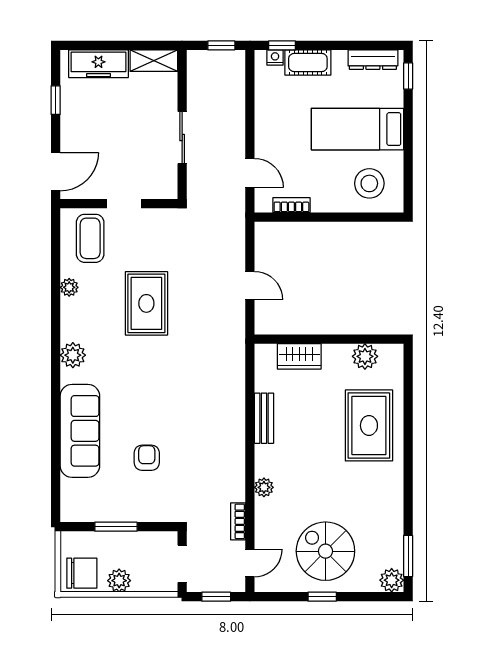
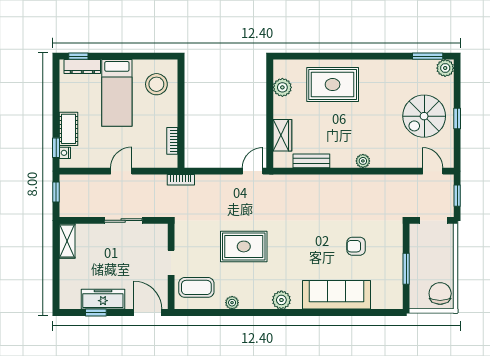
dresser: (373, 60) -> (82, 66), moved, turned 90
freezer: (98, 64) -> (103, 299), moved, turned -90
door: (250, 173) -> (121, 171), moved
door: (250, 286) -> (253, 171), moved
bench: (264, 418) -> (311, 161), moved
plant: (264, 487) -> (363, 161), moved
bookcase: (238, 521) -> (181, 180), moved
plant: (119, 581) -> (445, 266), removed

